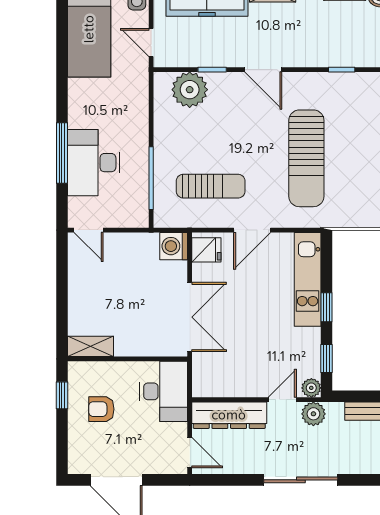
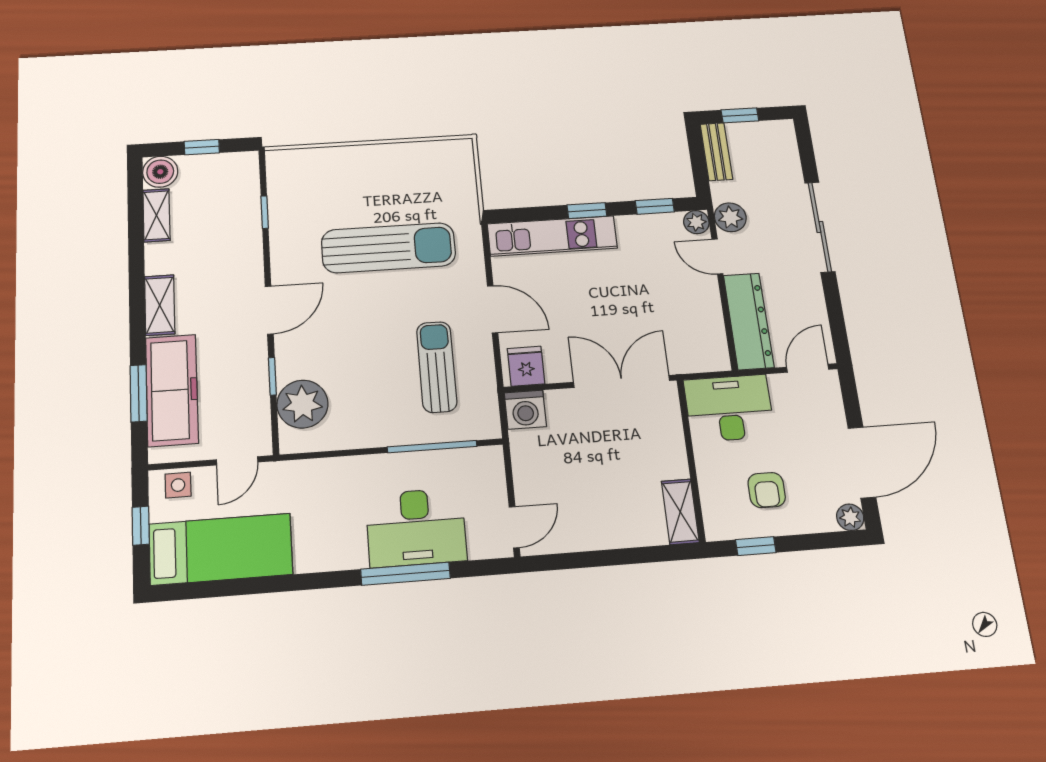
plant: (77, 465) -> (850, 517), added

